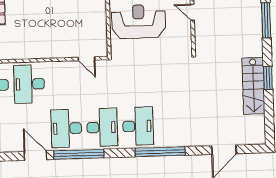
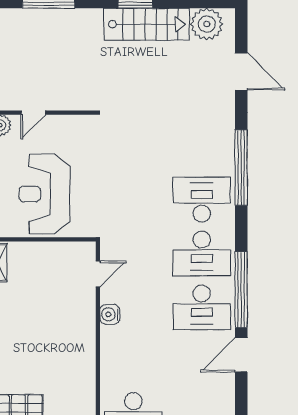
water cooler: (60, 68) -> (110, 314), added
desk: (29, 84) -> (133, 361), removed
plant: (255, 126) -> (207, 24), added
desk: (102, 127) -> (202, 253), turned 180

